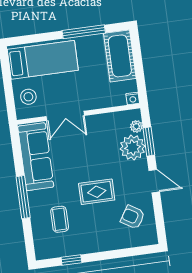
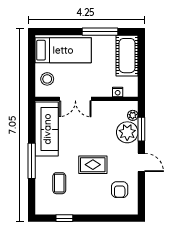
nightstand: (133, 98) -> (118, 92), moved
armchair: (133, 217) -> (120, 190), turned -122

